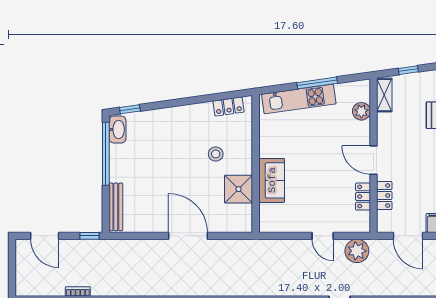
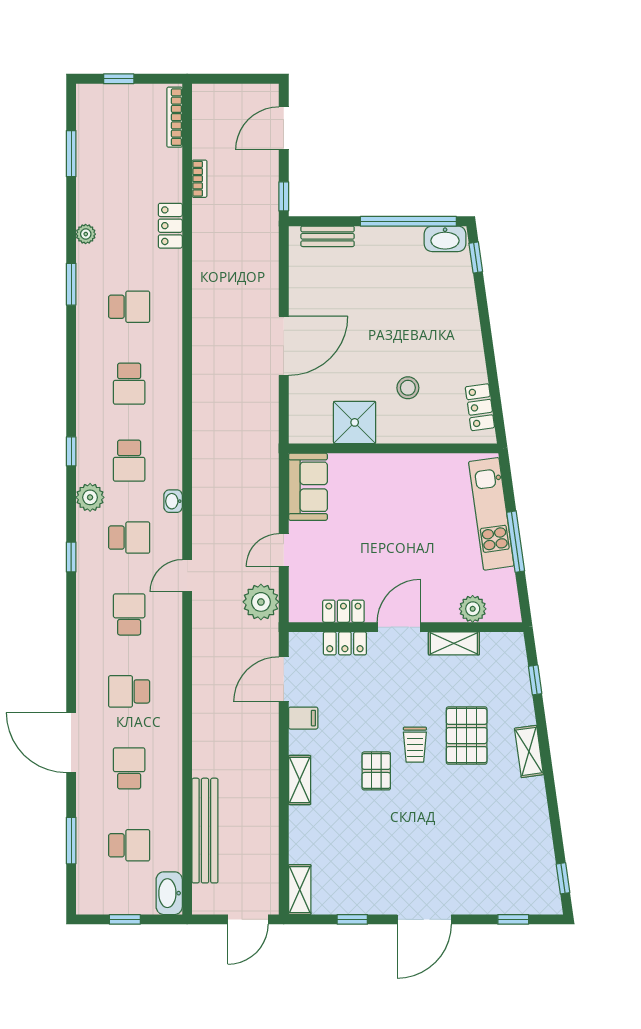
shelving: (384, 95) -> (454, 643), moved
sofa: (272, 180) -> (308, 487), moved, turned -90
bench: (116, 207) -> (328, 236), width x0.73

